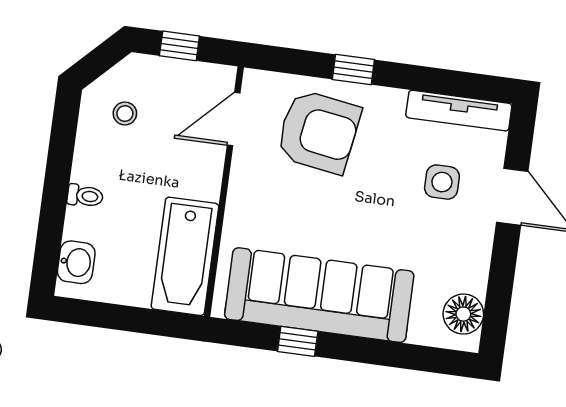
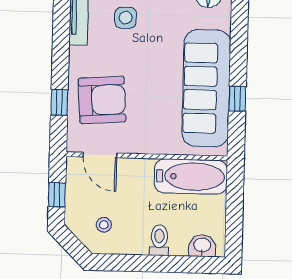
window: (353, 69) -> (59, 102), moved
armchair: (318, 132) -> (102, 100), turned 77
toilet: (85, 196) -> (159, 240), width x1.37, depth x1.39

